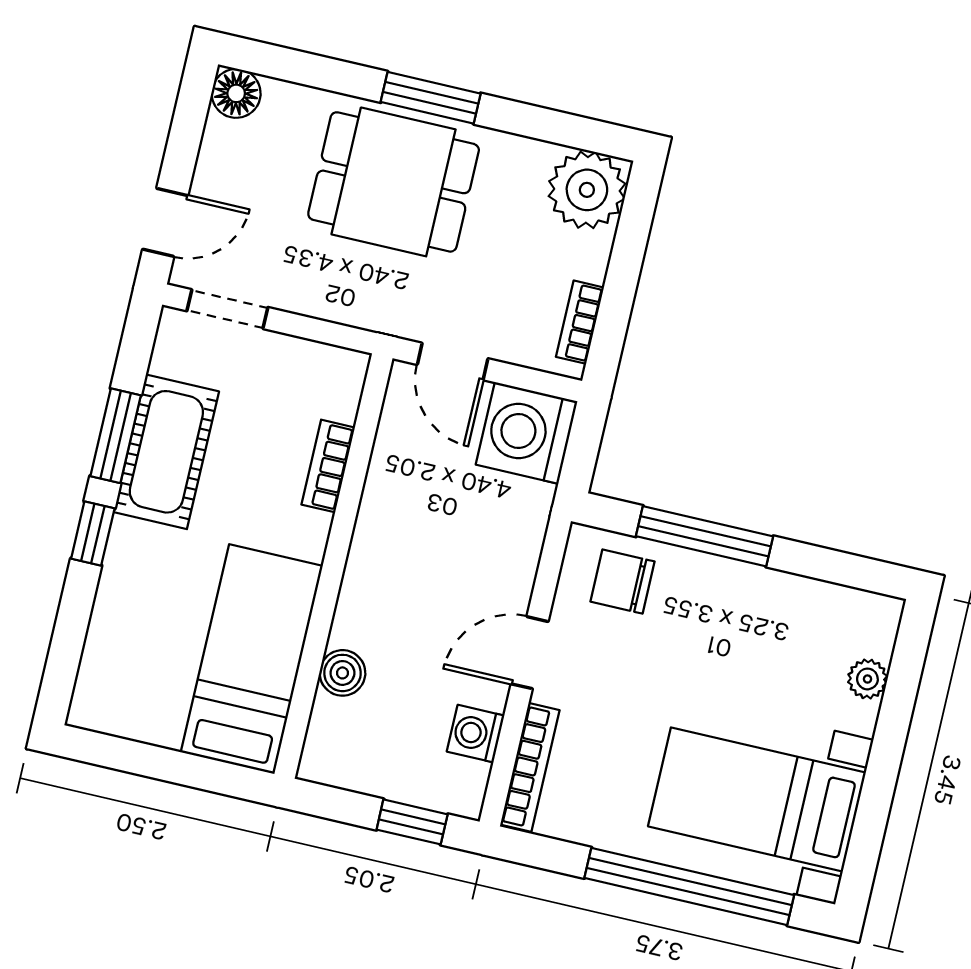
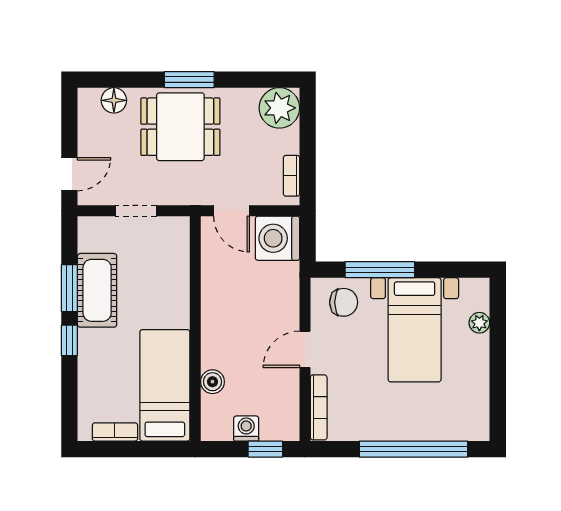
floor lamp: (236, 93) -> (114, 100), moved
doorway: (227, 309) -> (136, 211), moved
bookcase: (328, 466) -> (115, 432), moved, turned 90
chair: (622, 582) -> (344, 302), turned 180
washing machine: (476, 734) -> (246, 428), moved, turned 90
bed with nightstands: (757, 799) -> (415, 330), moved, turned -90

